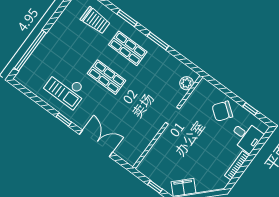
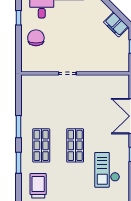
plant: (187, 83) -> (35, 81), removed
checkout: (66, 89) -> (107, 170), turned 180
chair: (222, 111) -> (36, 38), turned -127

